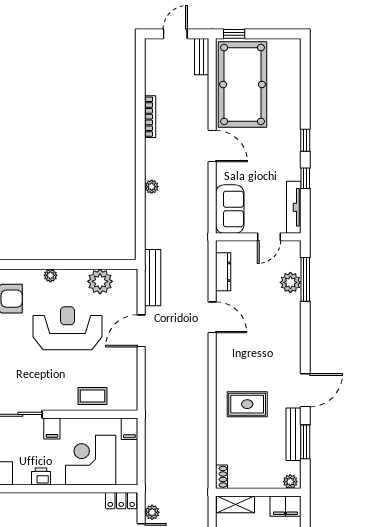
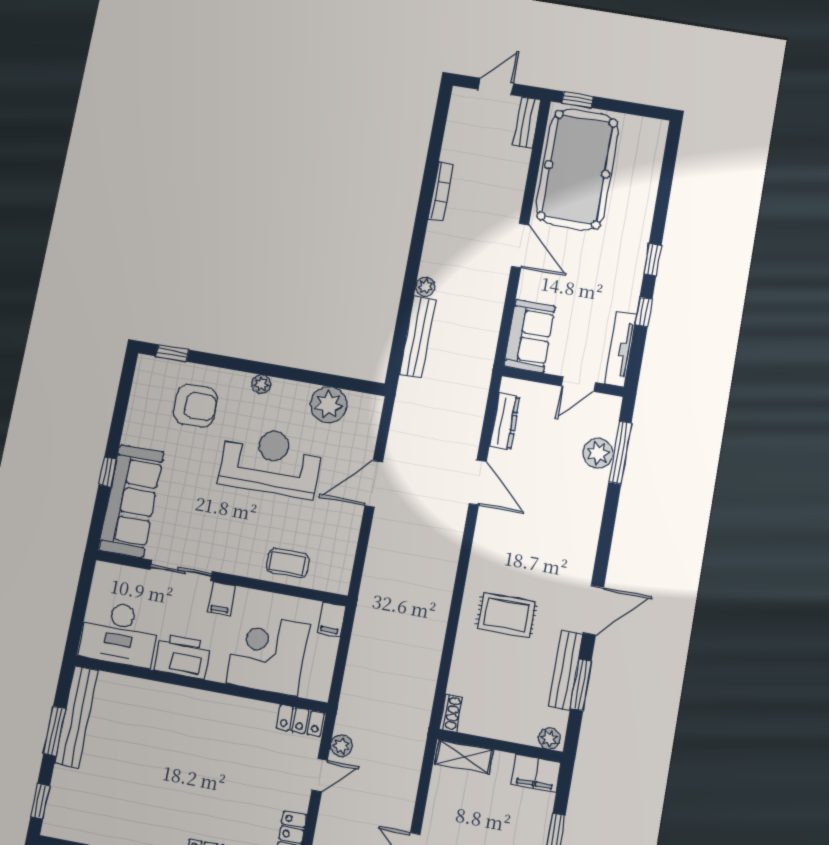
bench: (153, 278) -> (418, 337), moved
printer: (41, 477) -> (182, 656), width x1.87, depth x1.48

